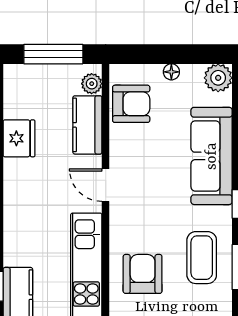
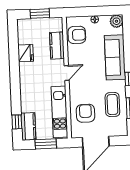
window: (53, 54) -> (40, 14), width x0.69
plant: (92, 84) -> (58, 26), removed
door: (106, 185) -> (67, 73), swing flipped

